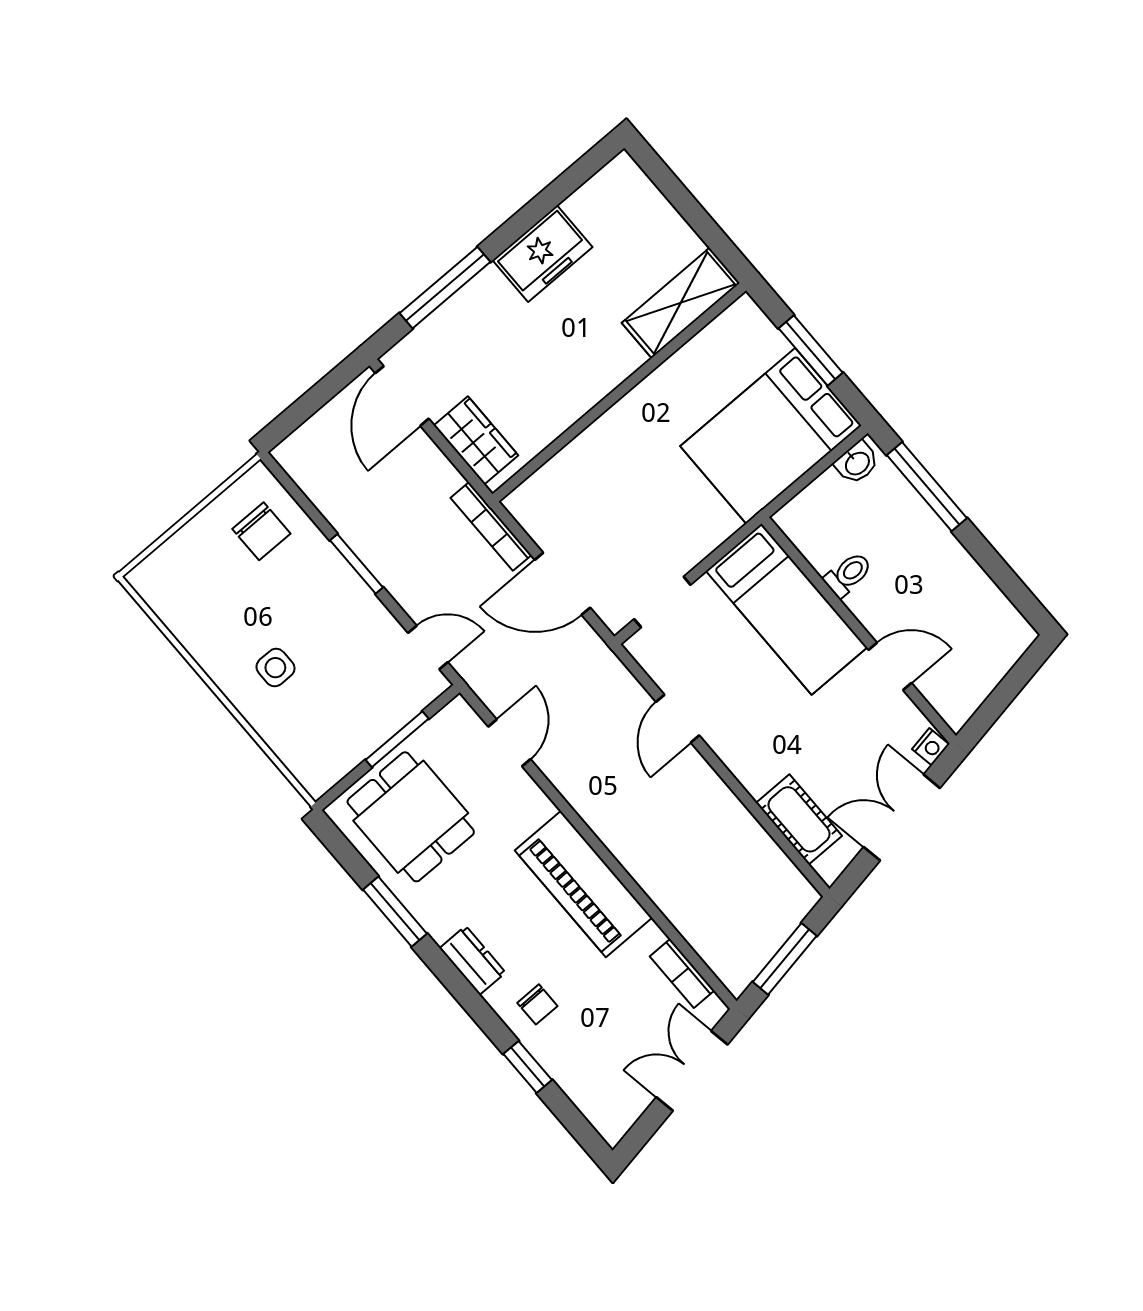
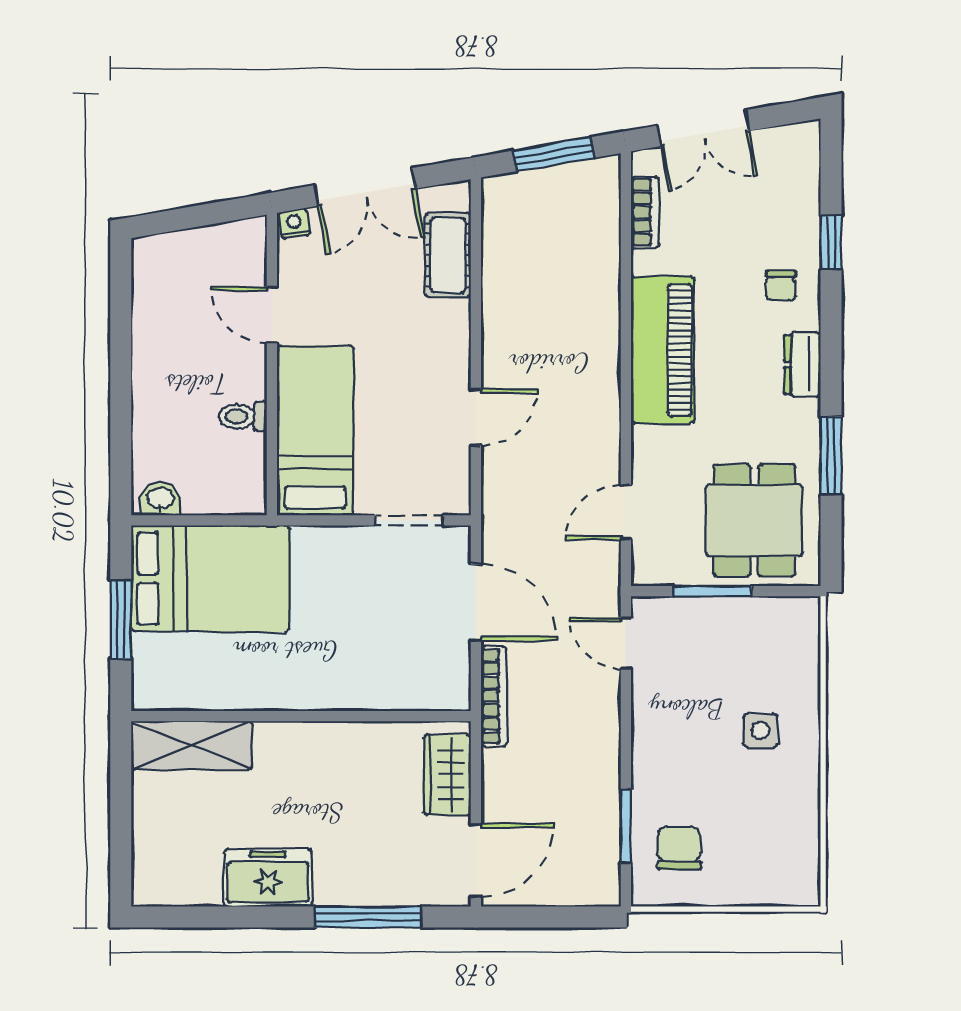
window: (927, 487) -> (121, 433), removed
window: (357, 564) -> (626, 826), moved
chair: (537, 1004) -> (781, 286), turned 180

